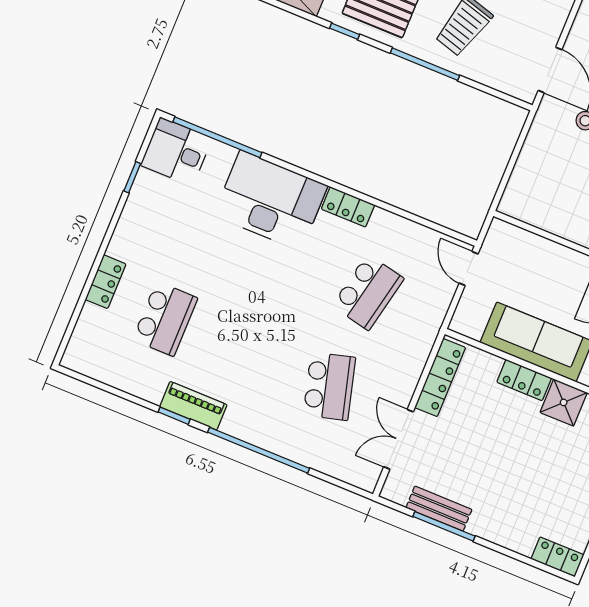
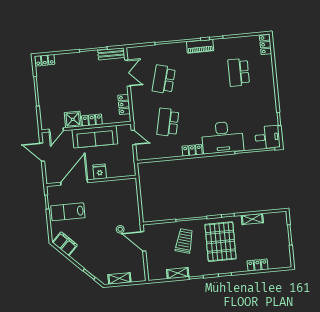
fridge: (565, 264) -> (100, 172), added
door: (469, 268) -> (133, 137), moved
locker: (106, 282) -> (265, 45), moved
locker: (440, 377) -> (124, 104), width x0.66
school desk: (329, 386) -> (164, 79), turned 30
piano: (193, 406) -> (200, 46), moved
bench: (439, 509) -> (111, 54), moved

